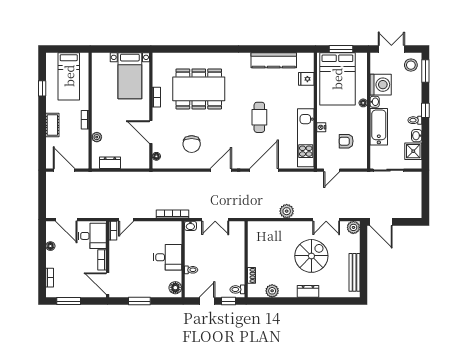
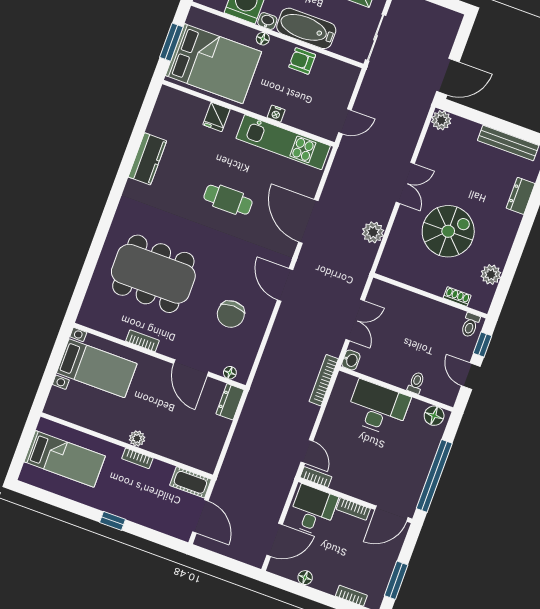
kitchen counter: (274, 60) -> (147, 159), width x0.67
fridge: (306, 79) -> (216, 117), moved
window: (42, 88) -> (113, 521), moved
dining table: (199, 89) -> (153, 274), turned 90
cot: (52, 125) -> (190, 482), moved
door: (151, 132) -> (191, 368), hinge flipped
plant: (97, 137) -> (137, 438), moved
armchair: (346, 141) -> (302, 61), moved, turned 90
chair: (192, 144) -> (231, 314), turned 90
dresser: (110, 163) -> (230, 402), moved
door: (64, 170) -> (200, 516), swing flipped
door: (332, 170) -> (345, 121), hinge flipped
plant: (287, 211) -> (373, 232), moved
double door: (326, 220) -> (405, 183), moved
spiral stairs: (311, 256) -> (448, 231), moved, turned 90
desk: (168, 257) -> (378, 408), width x1.37
dresser: (308, 291) -> (521, 196), moved
window: (139, 301) -> (434, 476), width x2.11

